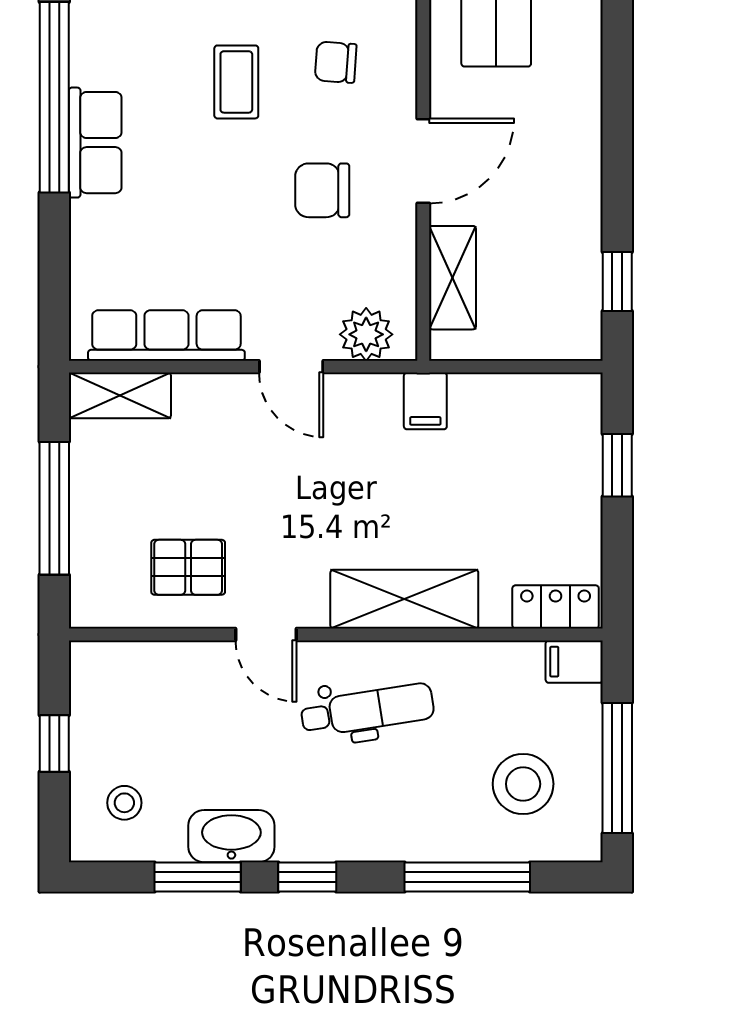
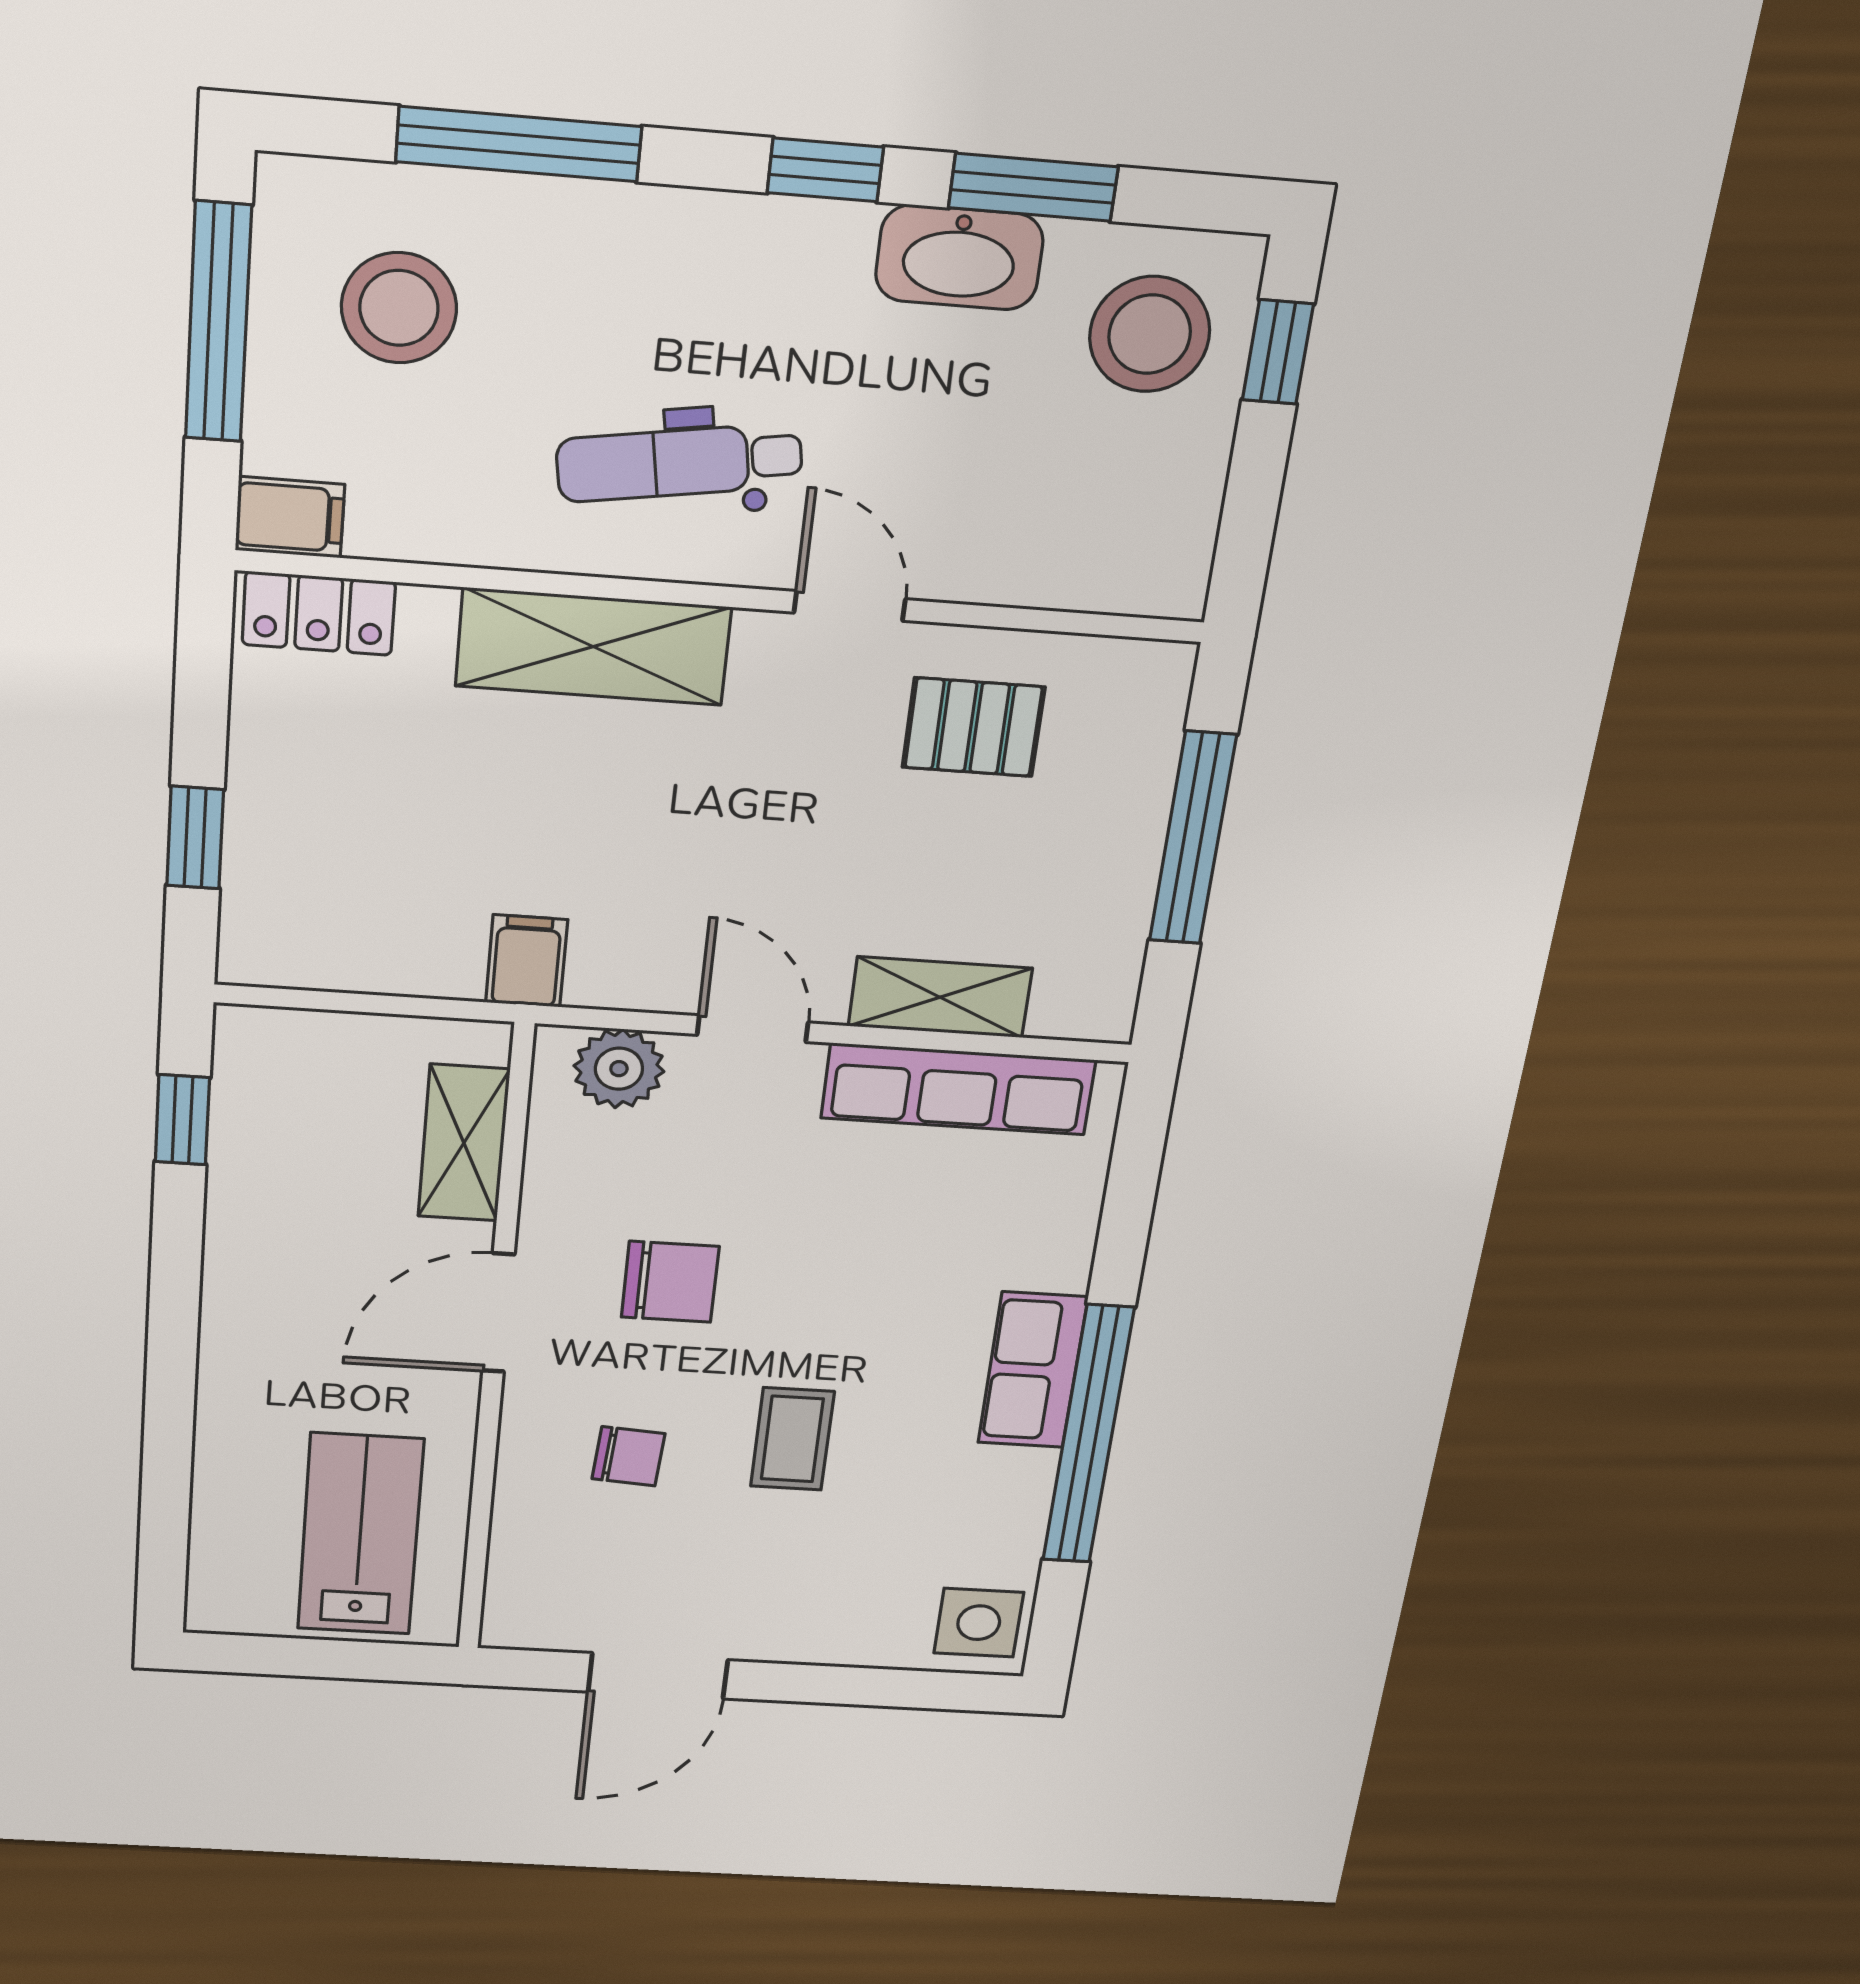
shelving: (120, 395) -> (940, 997), moved
window: (54, 744) -> (1278, 352), moved
stool: (124, 803) -> (1150, 334), width x1.89, depth x1.89

